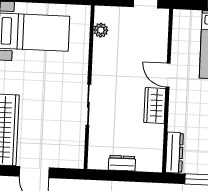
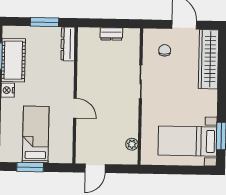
wardrobe: (155, 105) -> (85, 83), removed
chair: (59, 142) -> (165, 50), added

